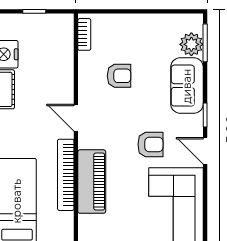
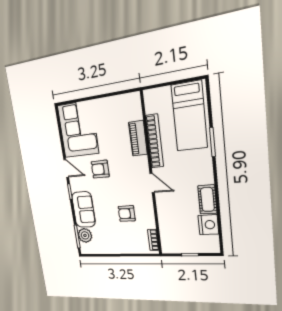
piano: (92, 182) -> (138, 138), width x0.73, depth x0.75

